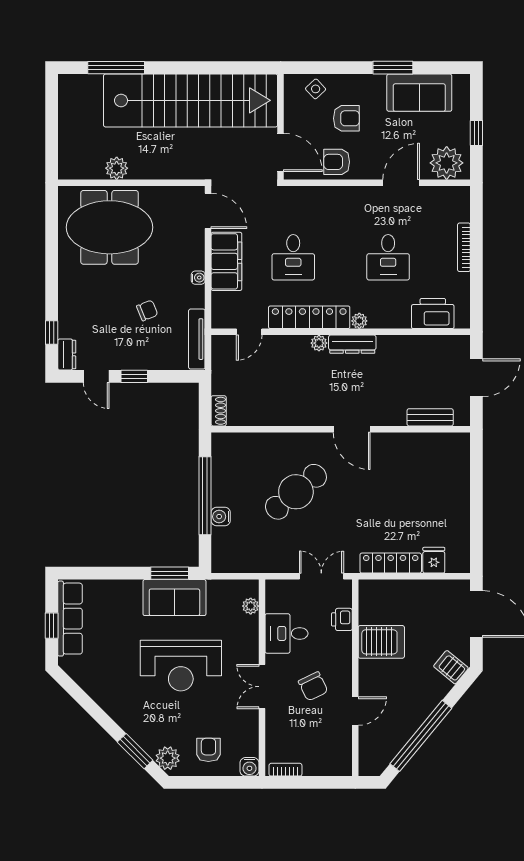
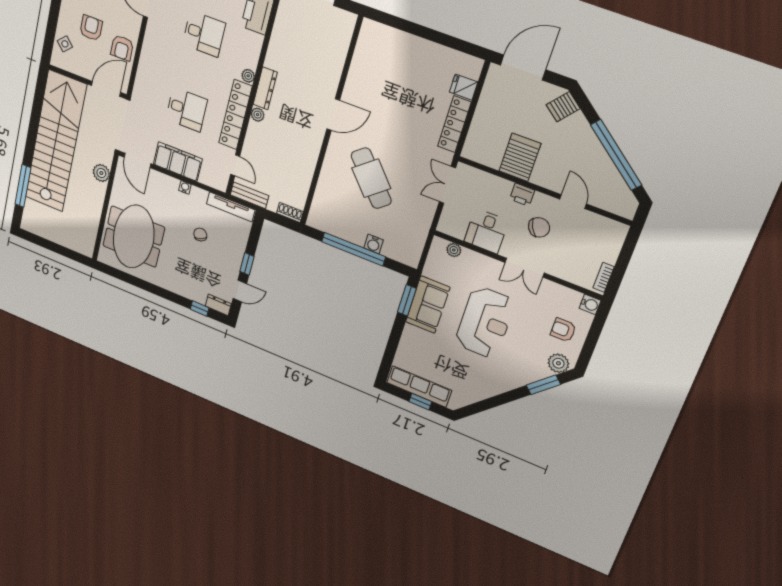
plant: (117, 168) -> (101, 173), moved
door: (208, 211) -> (137, 160), swing flipped
bench: (430, 417) -> (249, 195), moved, turned 90
printer: (342, 619) -> (522, 195), moved

